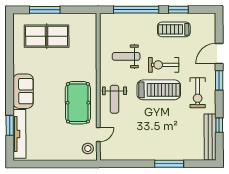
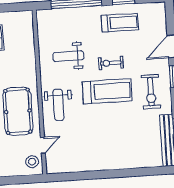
treadmill: (174, 29) -> (120, 23), turned 180
exercise bike: (164, 65) -> (111, 63), width x0.73, depth x0.72
window: (169, 164) -> (124, 173), removed

